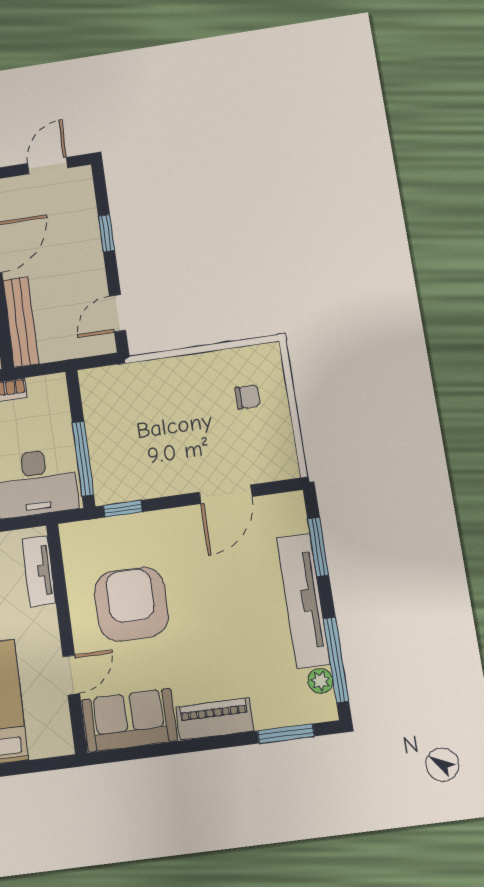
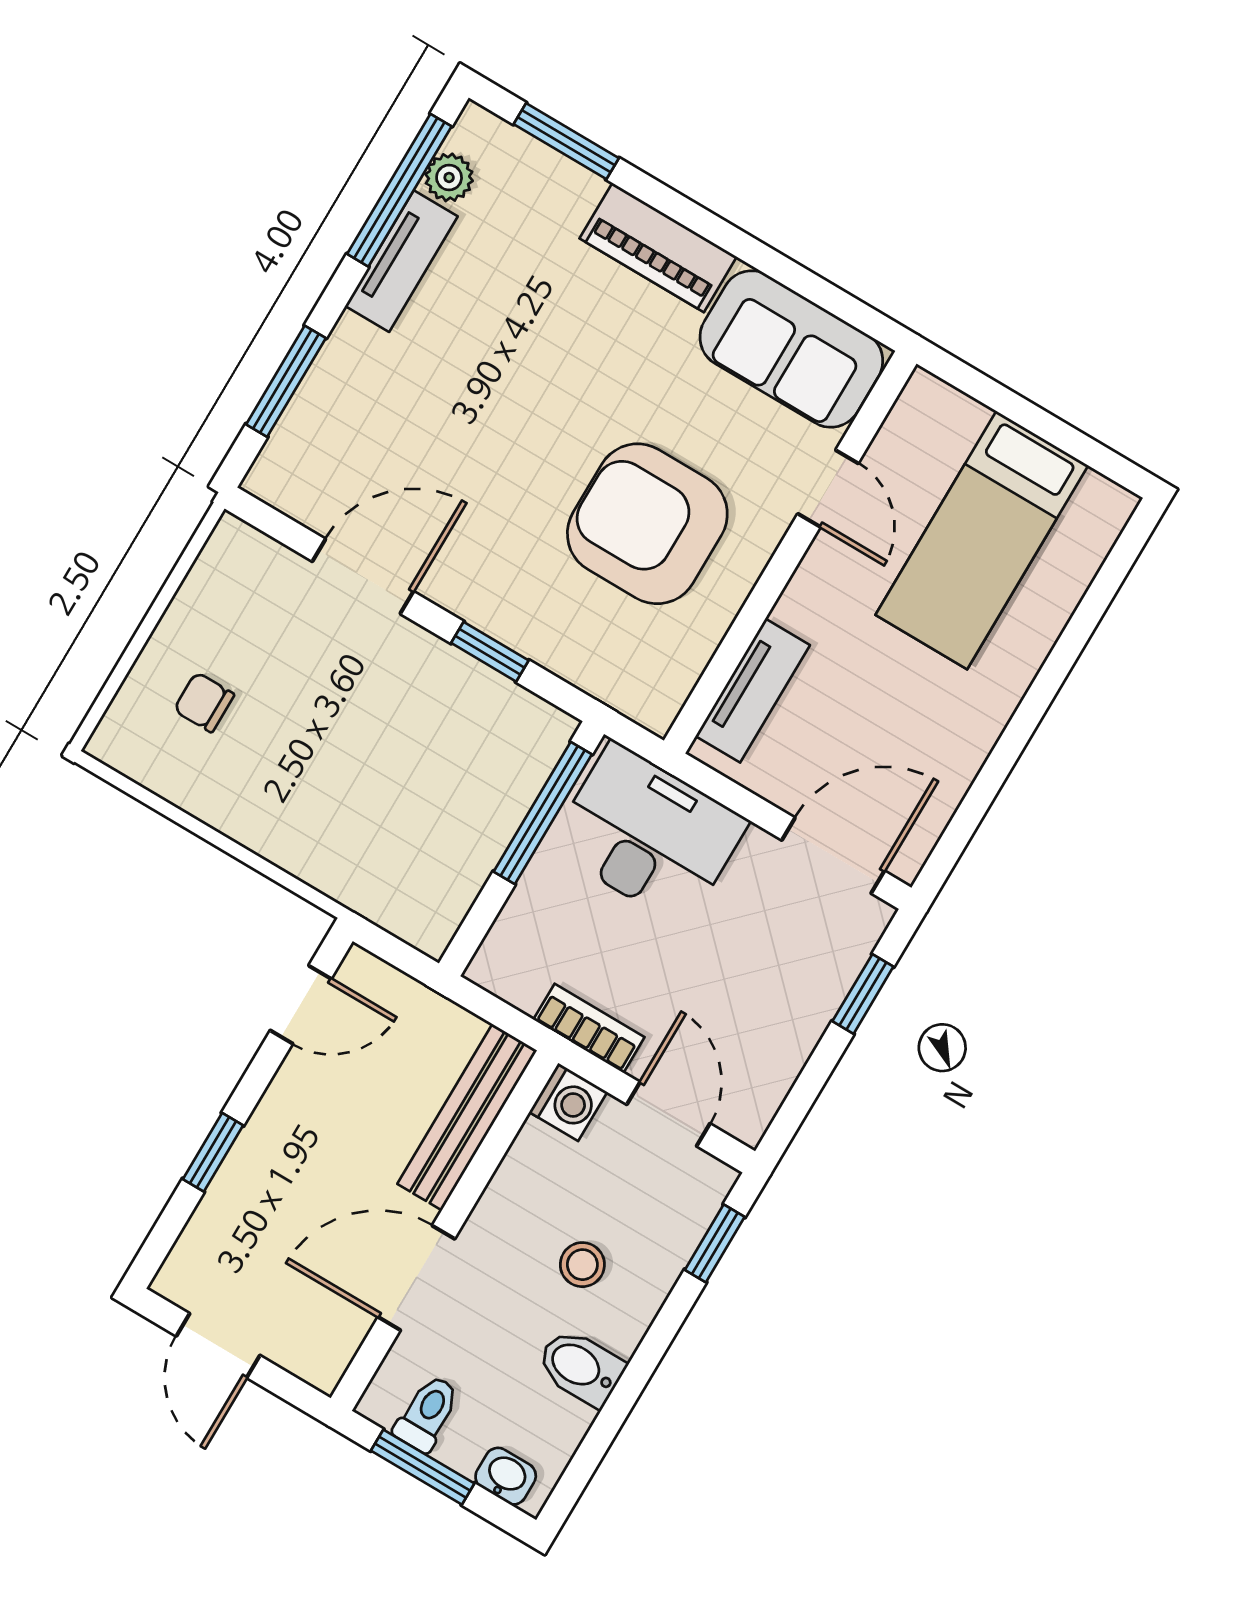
door: (48, 166) -> (218, 1346), hinge flipped
window: (123, 509) -> (490, 652), moved
tv unit: (303, 601) -> (401, 261), width x0.52, depth x0.78
armchair: (131, 604) -> (647, 524), turned 90
door: (71, 675) -> (828, 489), swing flipped

